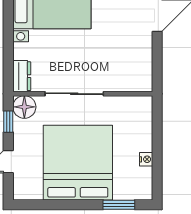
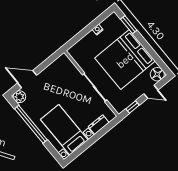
dresser: (22, 76) -> (99, 125), moved
floor lamp: (24, 107) -> (157, 74), moved

